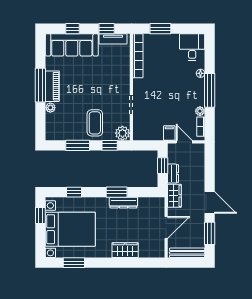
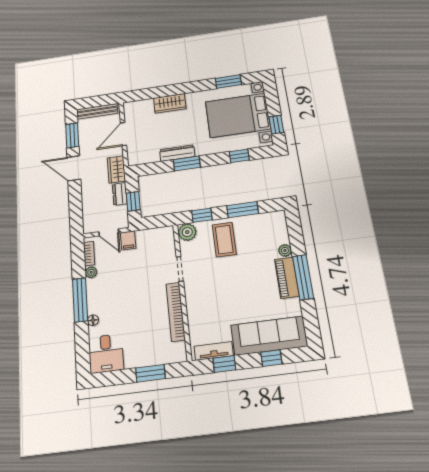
bookcase: (138, 56) -> (176, 312), moved

